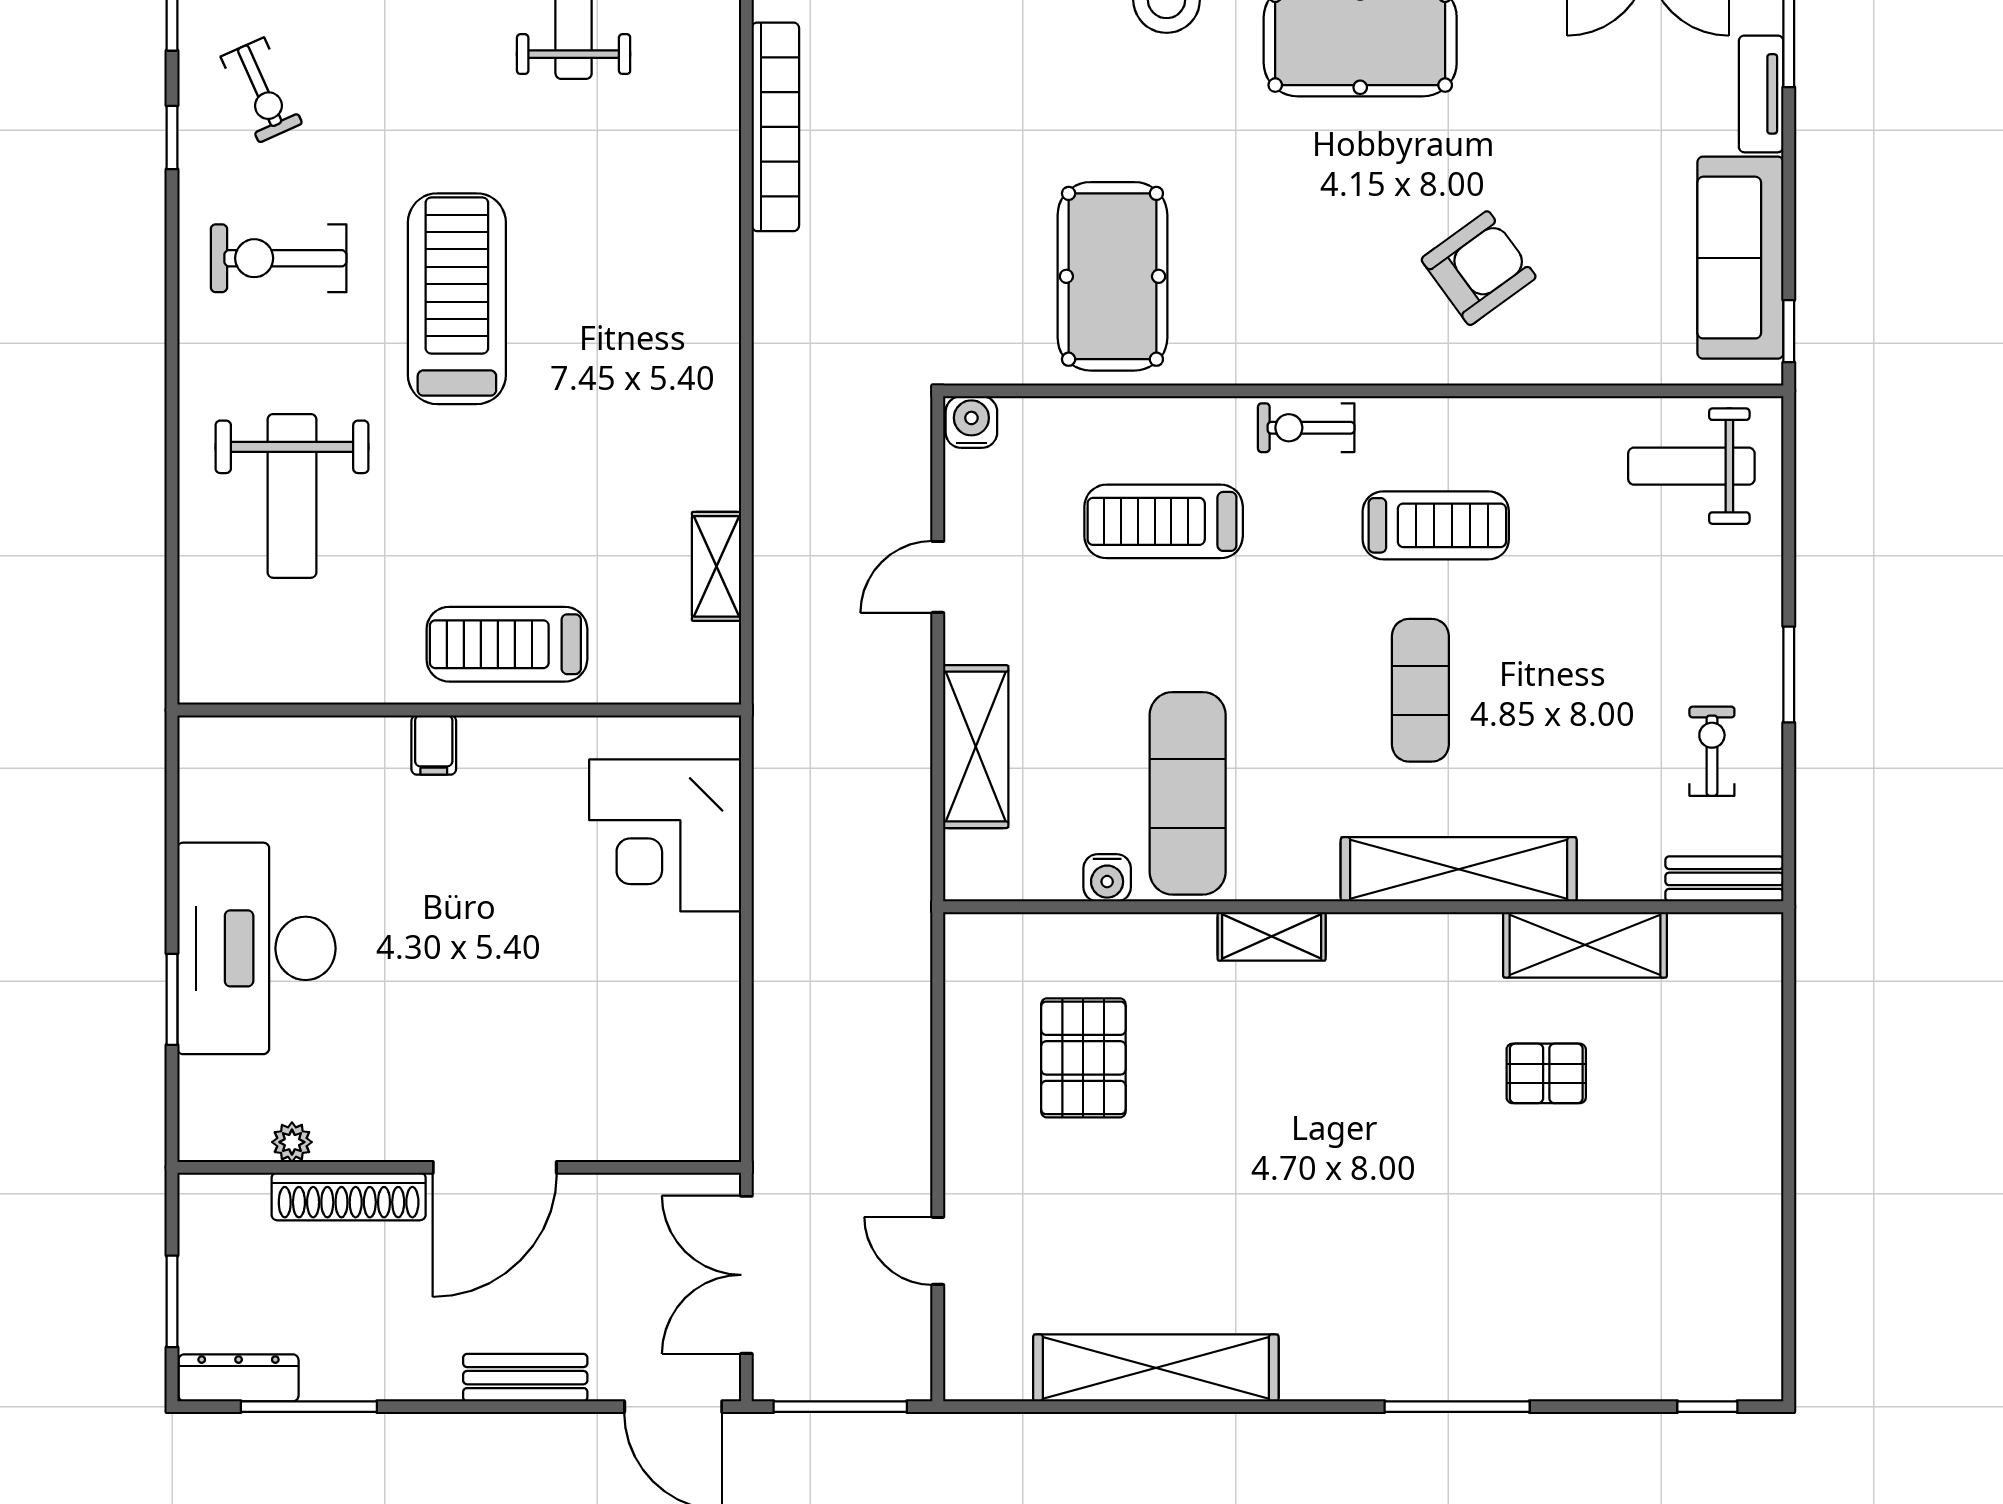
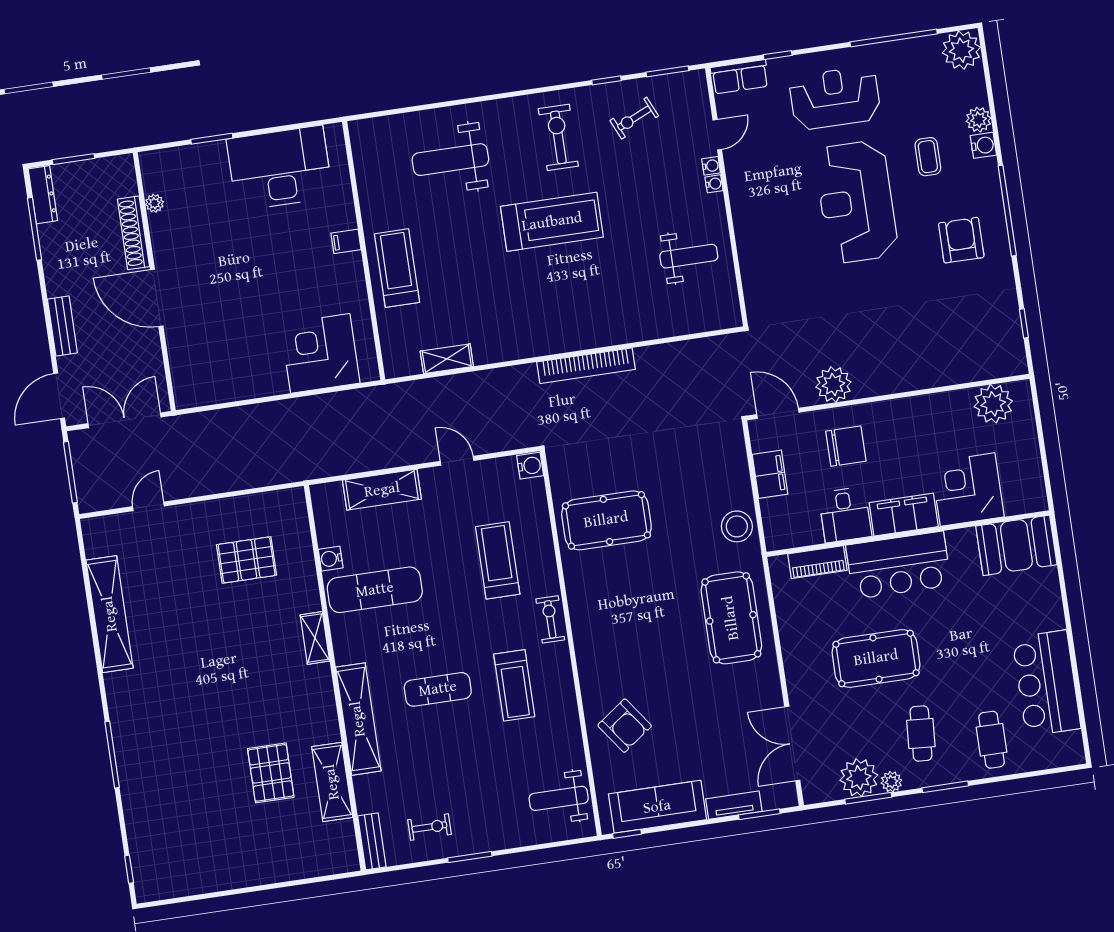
bookcase: (775, 127) -> (586, 366), moved
armchair: (1479, 268) -> (625, 726), moved
weight bench: (1691, 466) -> (559, 798), turned -90
desk: (256, 948) -> (280, 168), moved
pallet: (1546, 1073) -> (271, 773), width x1.50, depth x1.42

